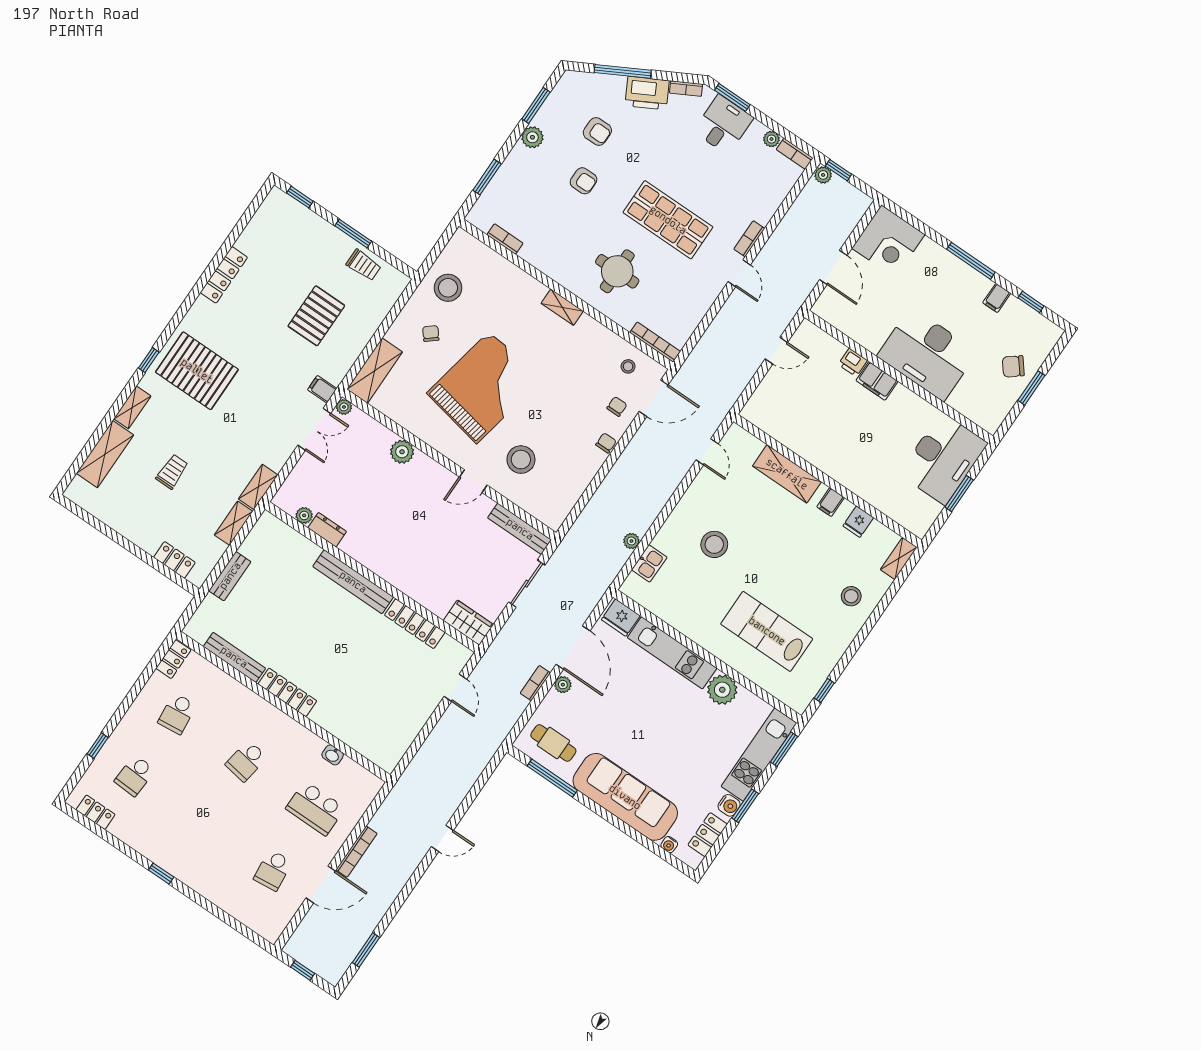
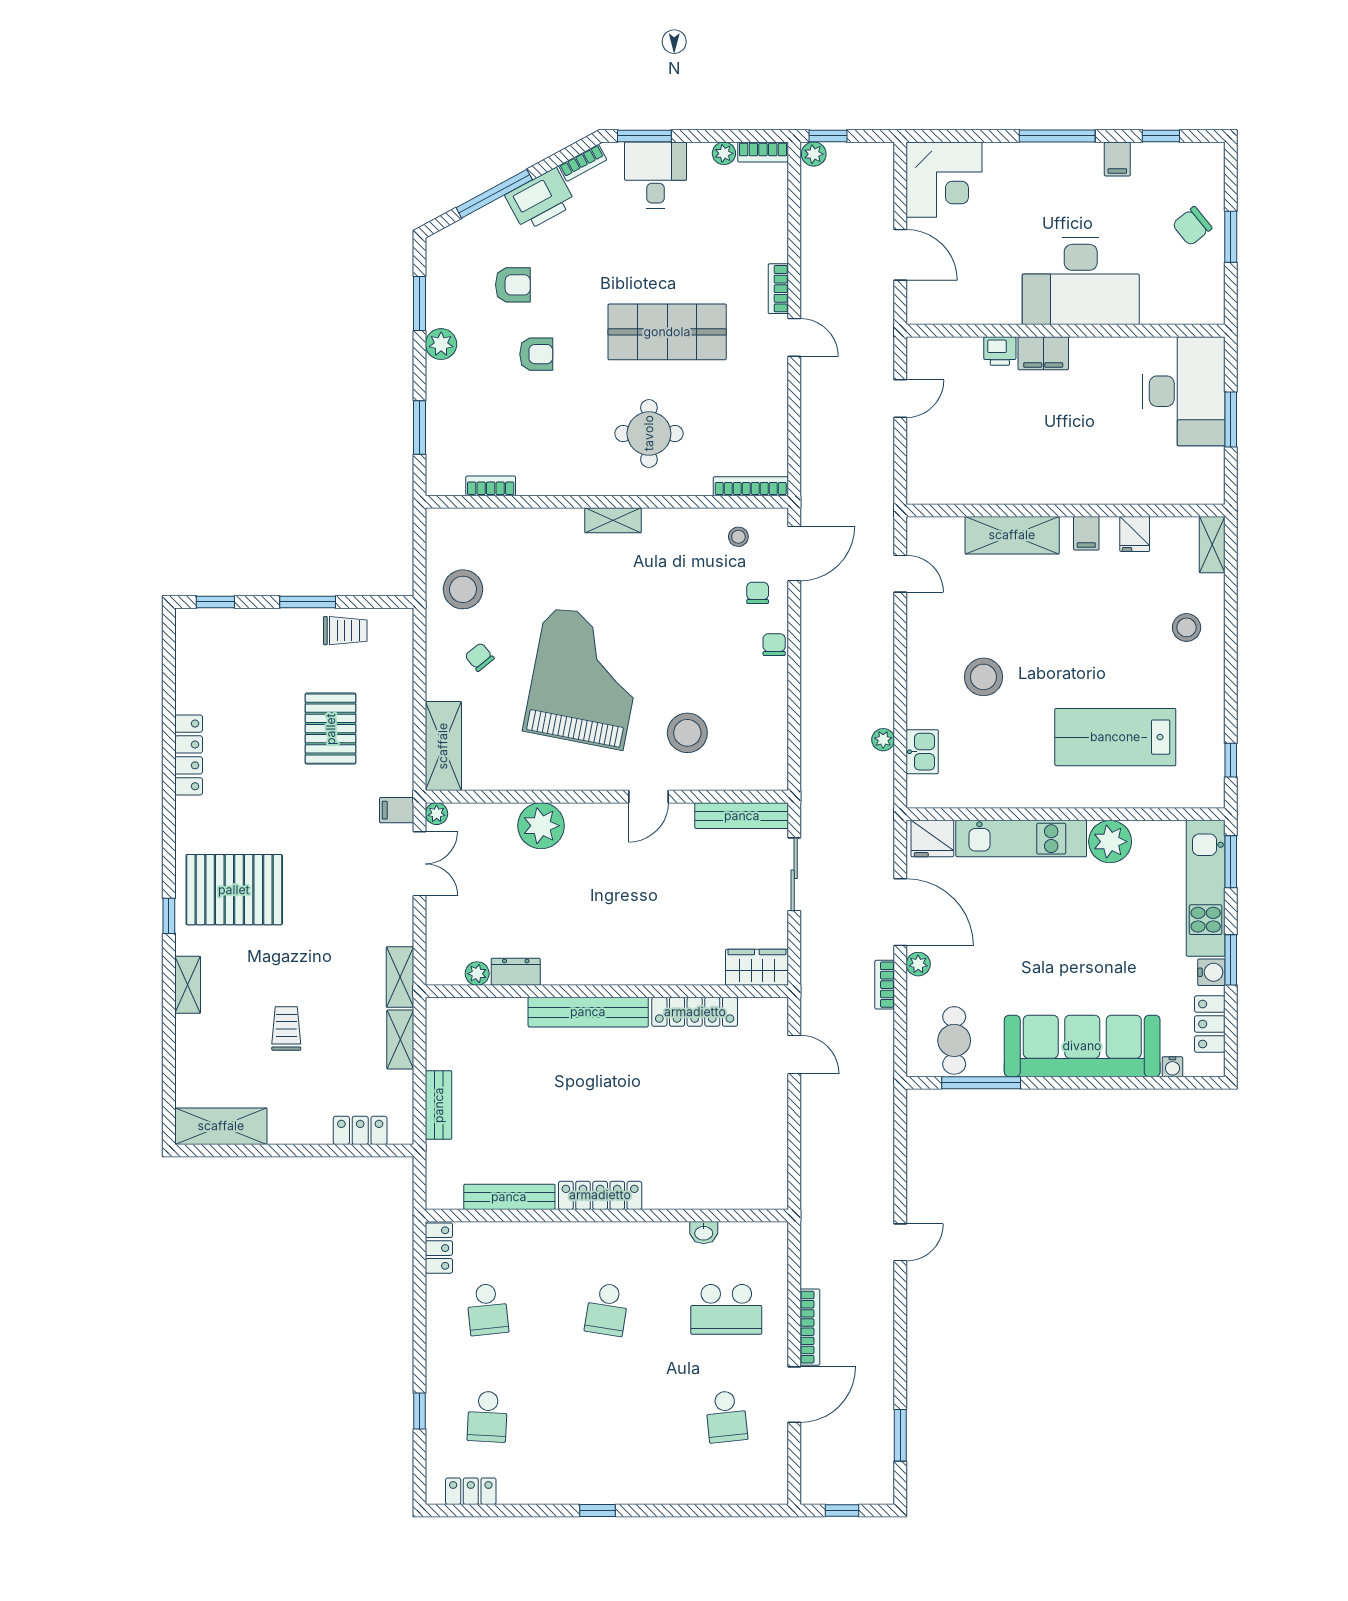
plant: (402, 452) -> (541, 826), width x1.36, depth x1.36
shelving: (105, 454) -> (221, 1126), moved, turned 90
cafe table: (553, 743) -> (954, 1040), turned 90

